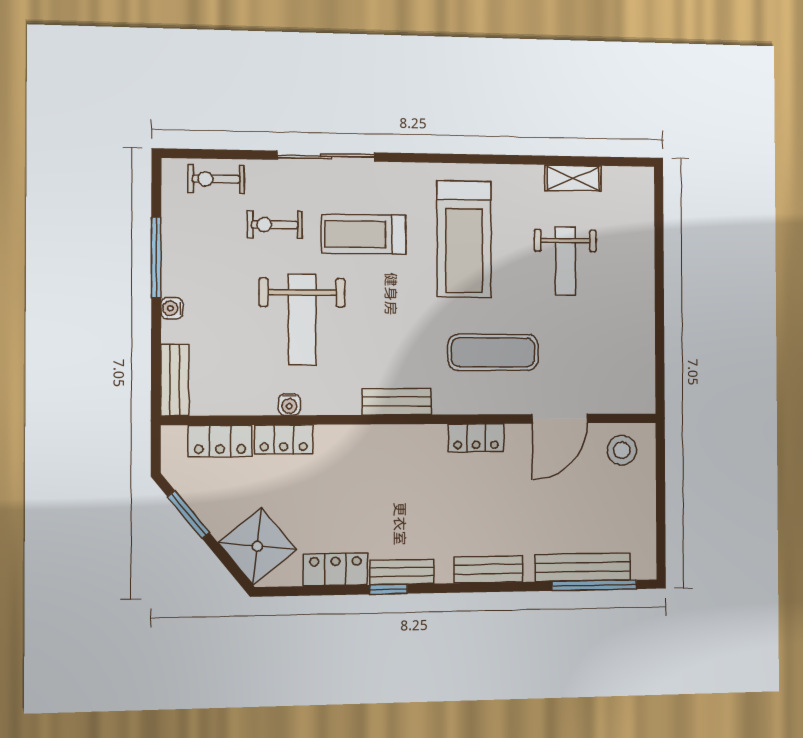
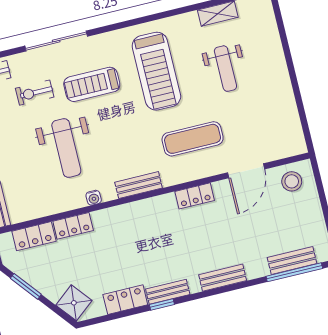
water cooler: (289, 404) -> (94, 198), moved
shower: (257, 546) -> (74, 303), width x0.73, depth x0.73
bench: (583, 567) -> (292, 260), width x0.73

